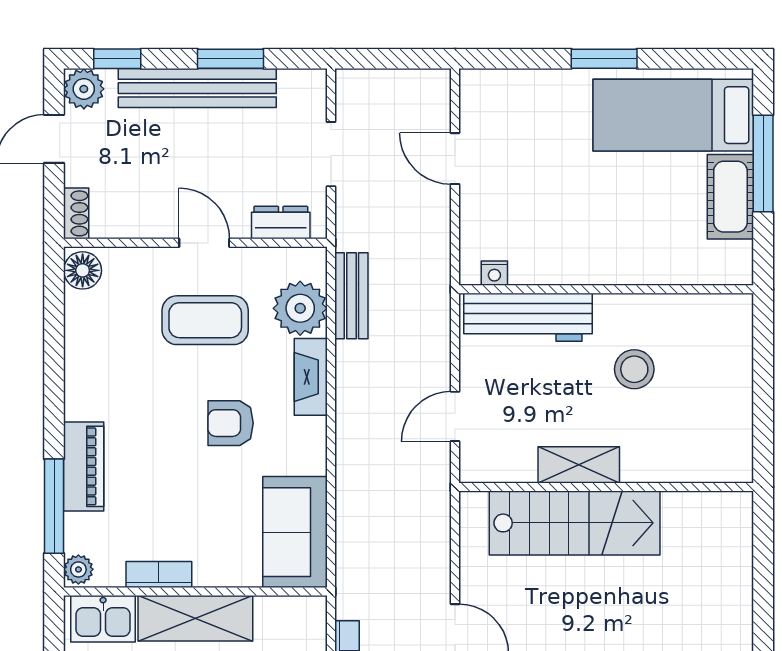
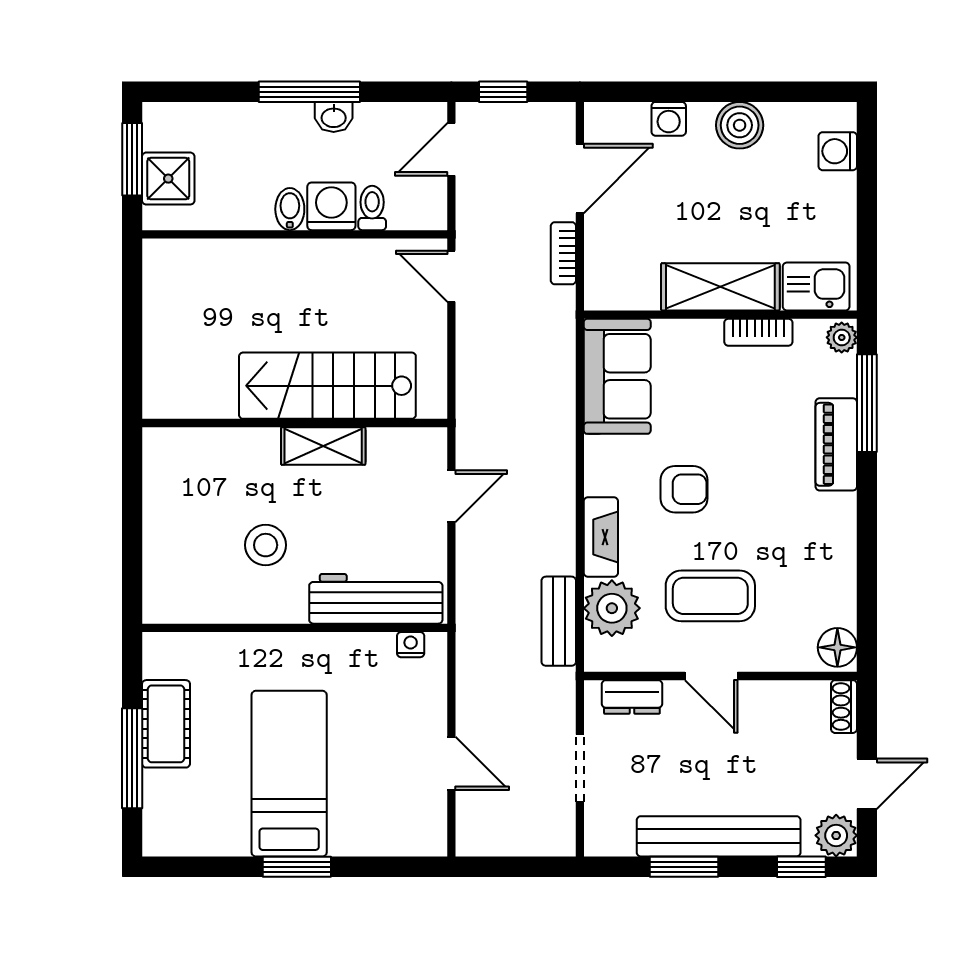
bed: (673, 115) -> (289, 774), moved, turned -90

